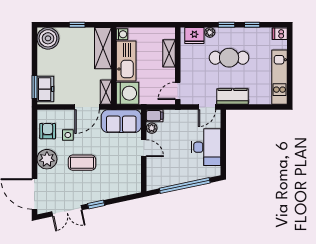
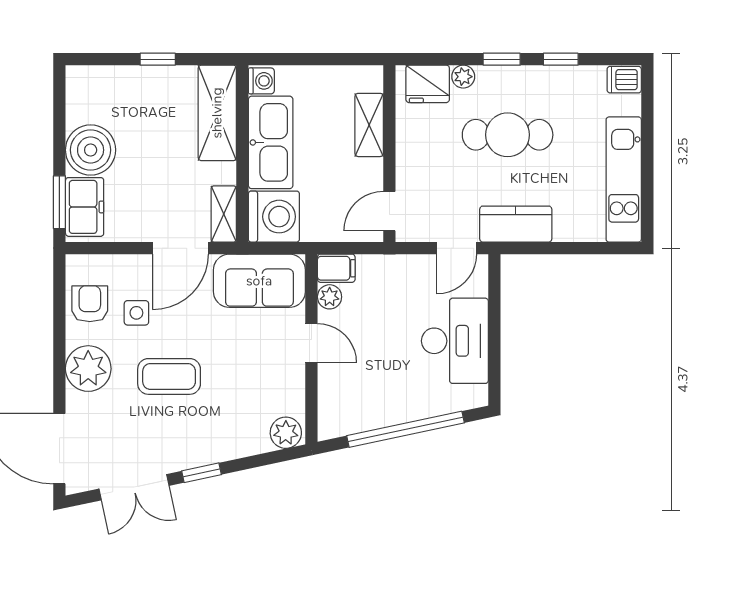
boiler: (48, 38) -> (91, 150), moved
plant: (133, 187) -> (286, 433), added

